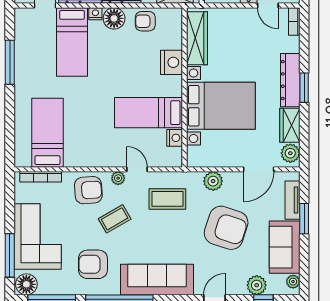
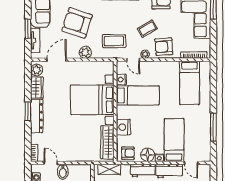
wardrobe: (197, 38) -> (107, 142), moved
nightstand: (172, 62) -> (123, 127), moved
wall: (185, 87) -> (115, 111), moved
bed with nightstands: (221, 106) -> (92, 100), moved
bed: (149, 113) -> (138, 95), moved
nightstand: (175, 138) -> (121, 80), moved

